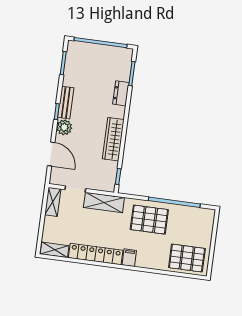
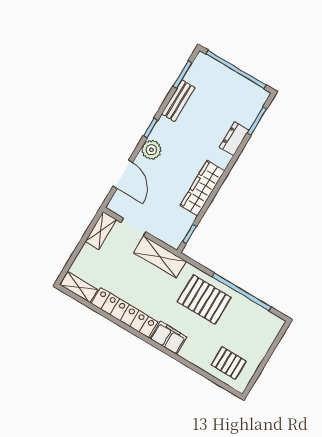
bench: (66, 103) -> (178, 101), moved
filing cabinet: (129, 258) -> (168, 338), width x2.00
pallet: (187, 258) -> (229, 363), width x0.67, depth x0.71

